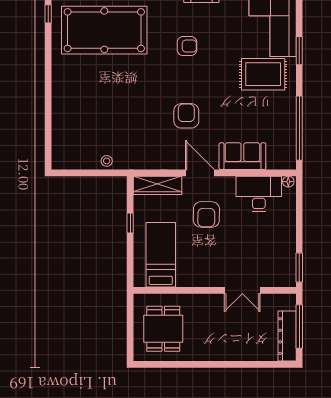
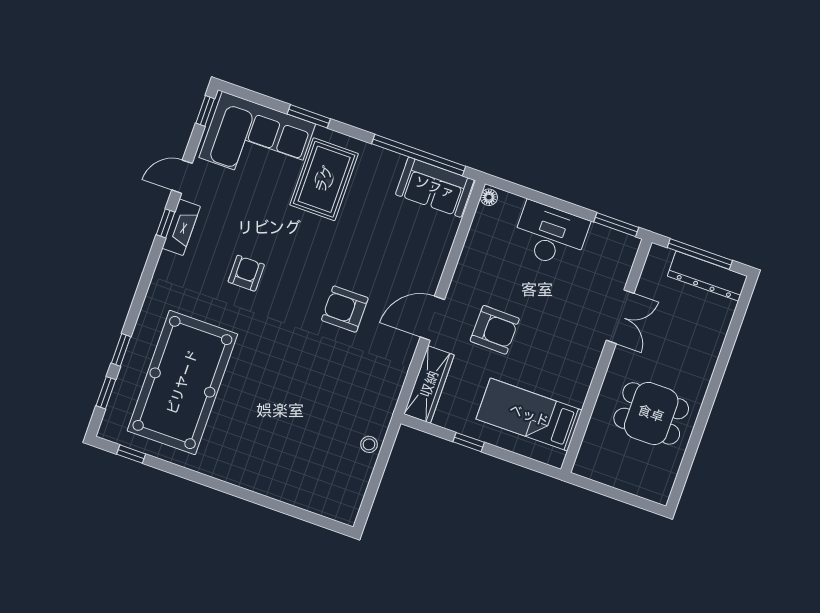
sofa: (242, 156) -> (435, 187), moved, turned -90
desk: (259, 194) -> (550, 235), moved, turned 90
dining table: (163, 329) -> (651, 413), moved

